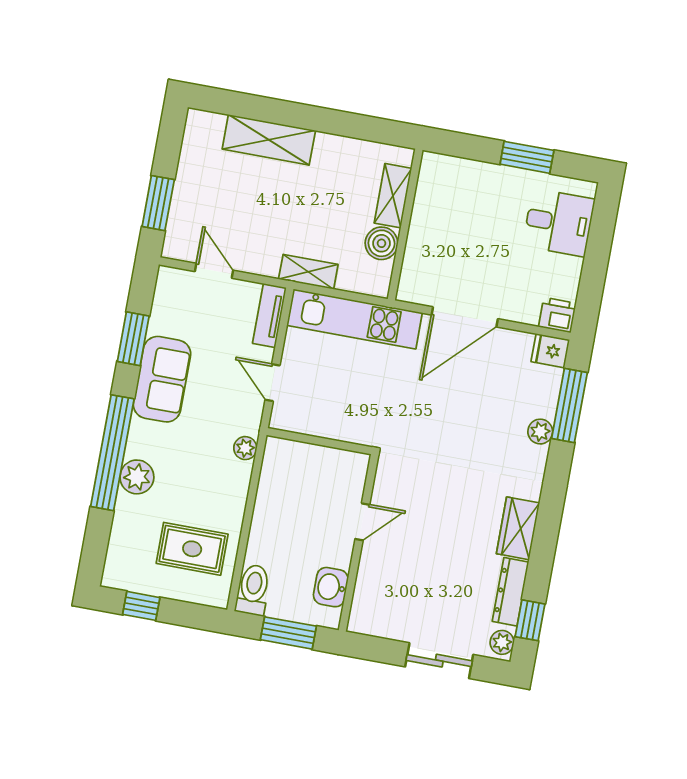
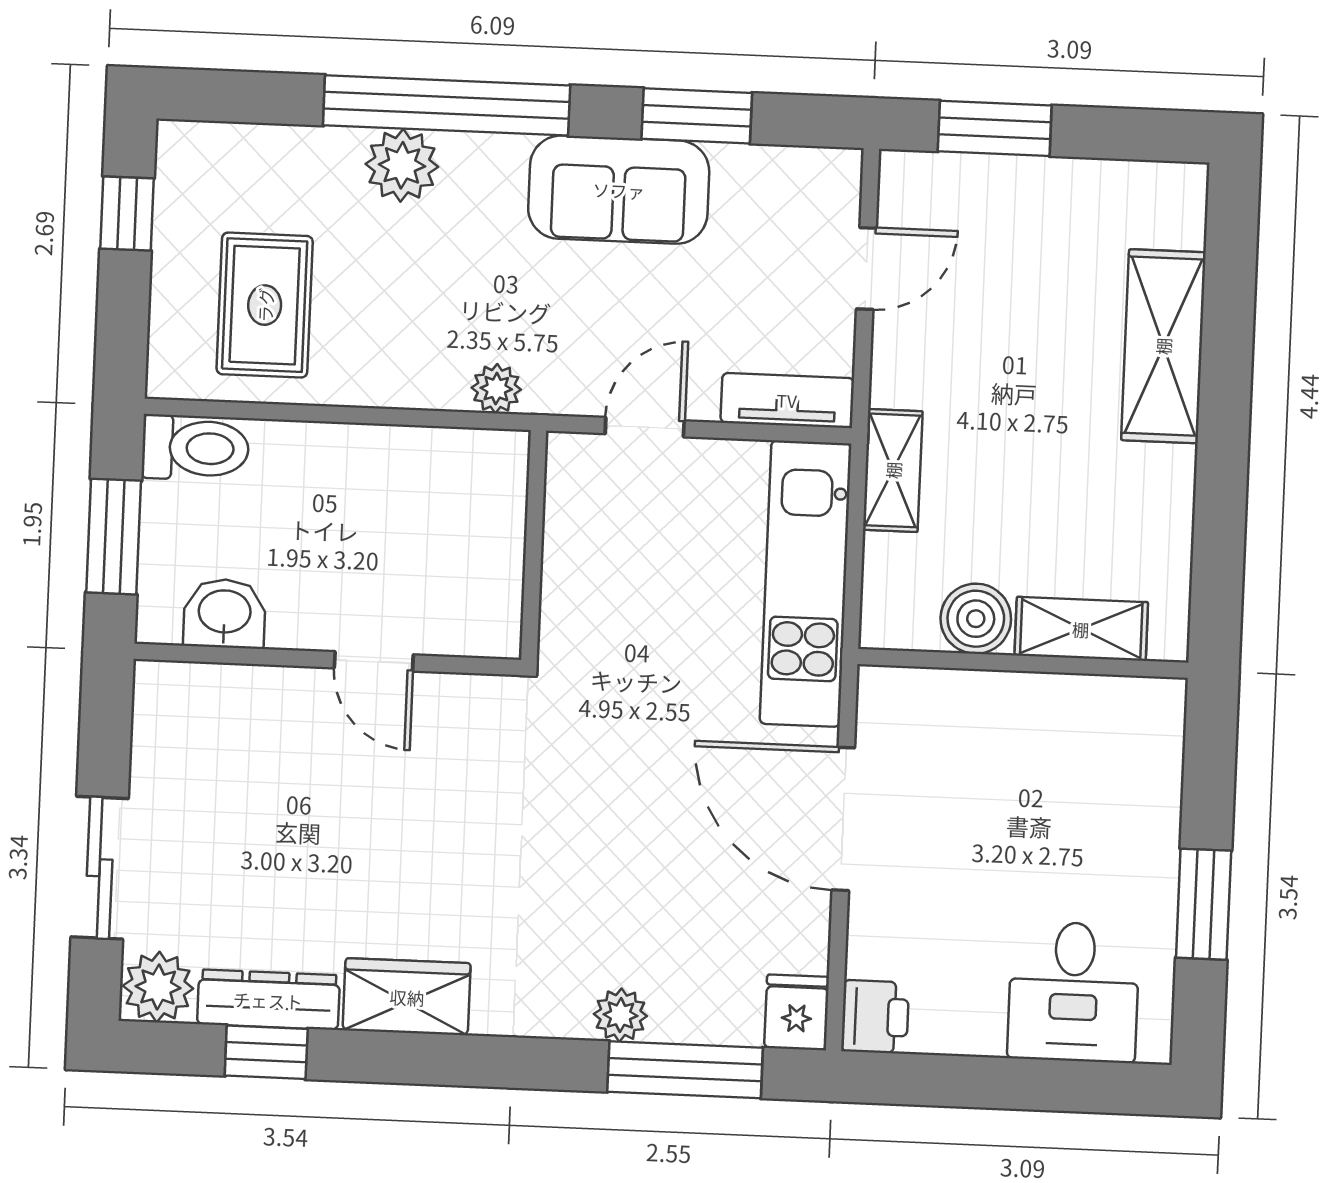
window: (530, 620) -> (266, 1052), moved
plant: (502, 642) -> (158, 987), width x1.38, depth x1.38

